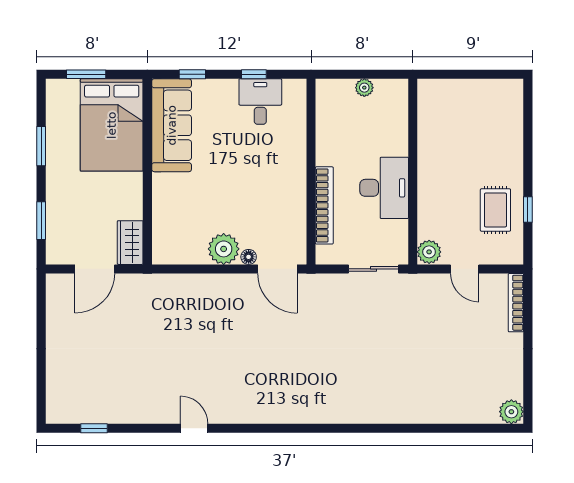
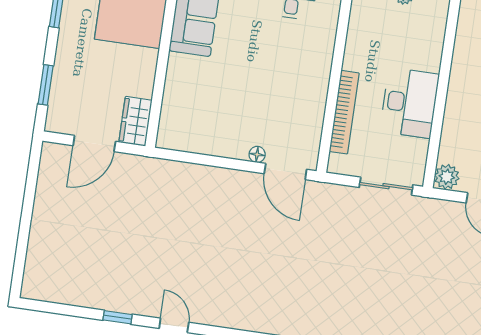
plant: (224, 249) -> (232, 142), removed
window: (94, 428) -> (118, 317), moved

